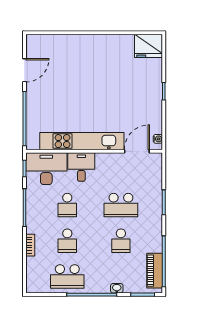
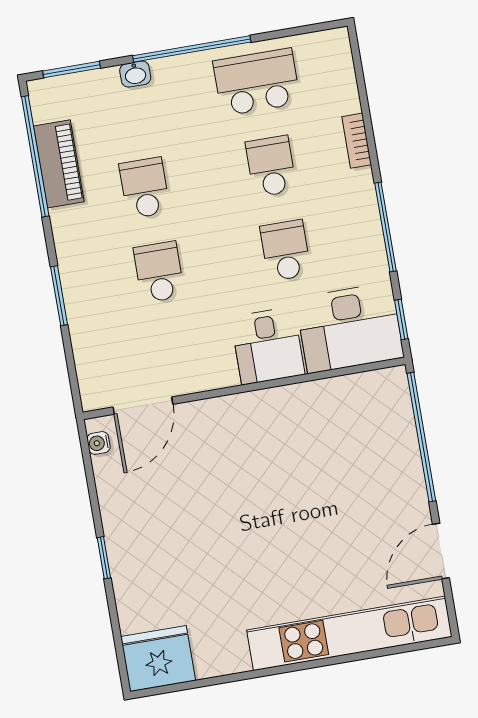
kitchen unit: (82, 141) -> (349, 633), moved, turned 180
school desk: (121, 205) -> (159, 272), width x0.54
piano: (155, 271) -> (59, 164), moved

